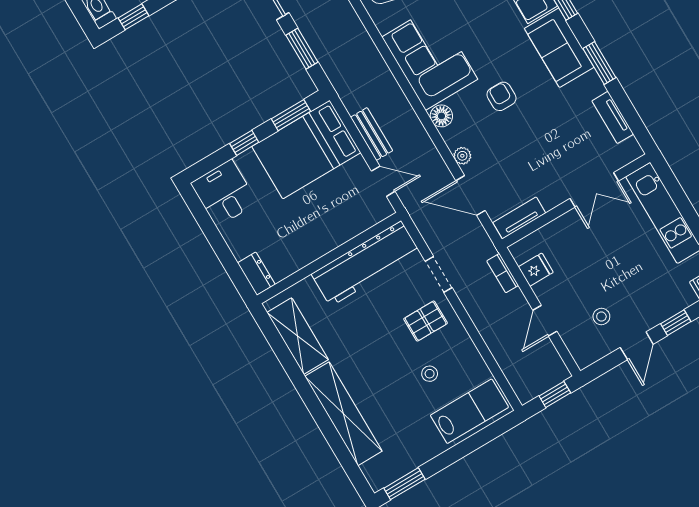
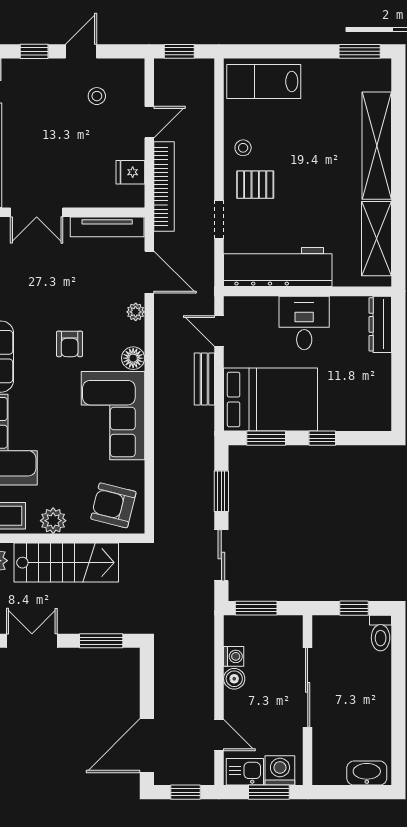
double door: (594, 190) -> (37, 212), swing flipped
desk: (224, 193) -> (304, 323), moved, turned 180
tv unit: (519, 218) -> (107, 227), width x1.41
bookcase: (503, 273) -> (164, 187), width x2.31, depth x1.31
dresser: (256, 274) -> (380, 324), width x1.44
stool: (430, 374) -> (243, 148), moved

